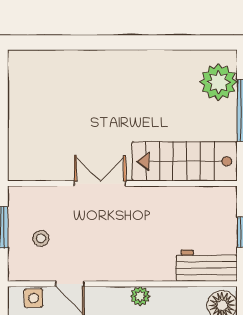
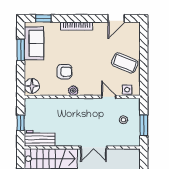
workbench: (207, 266) -> (40, 138), moved, turned 180

